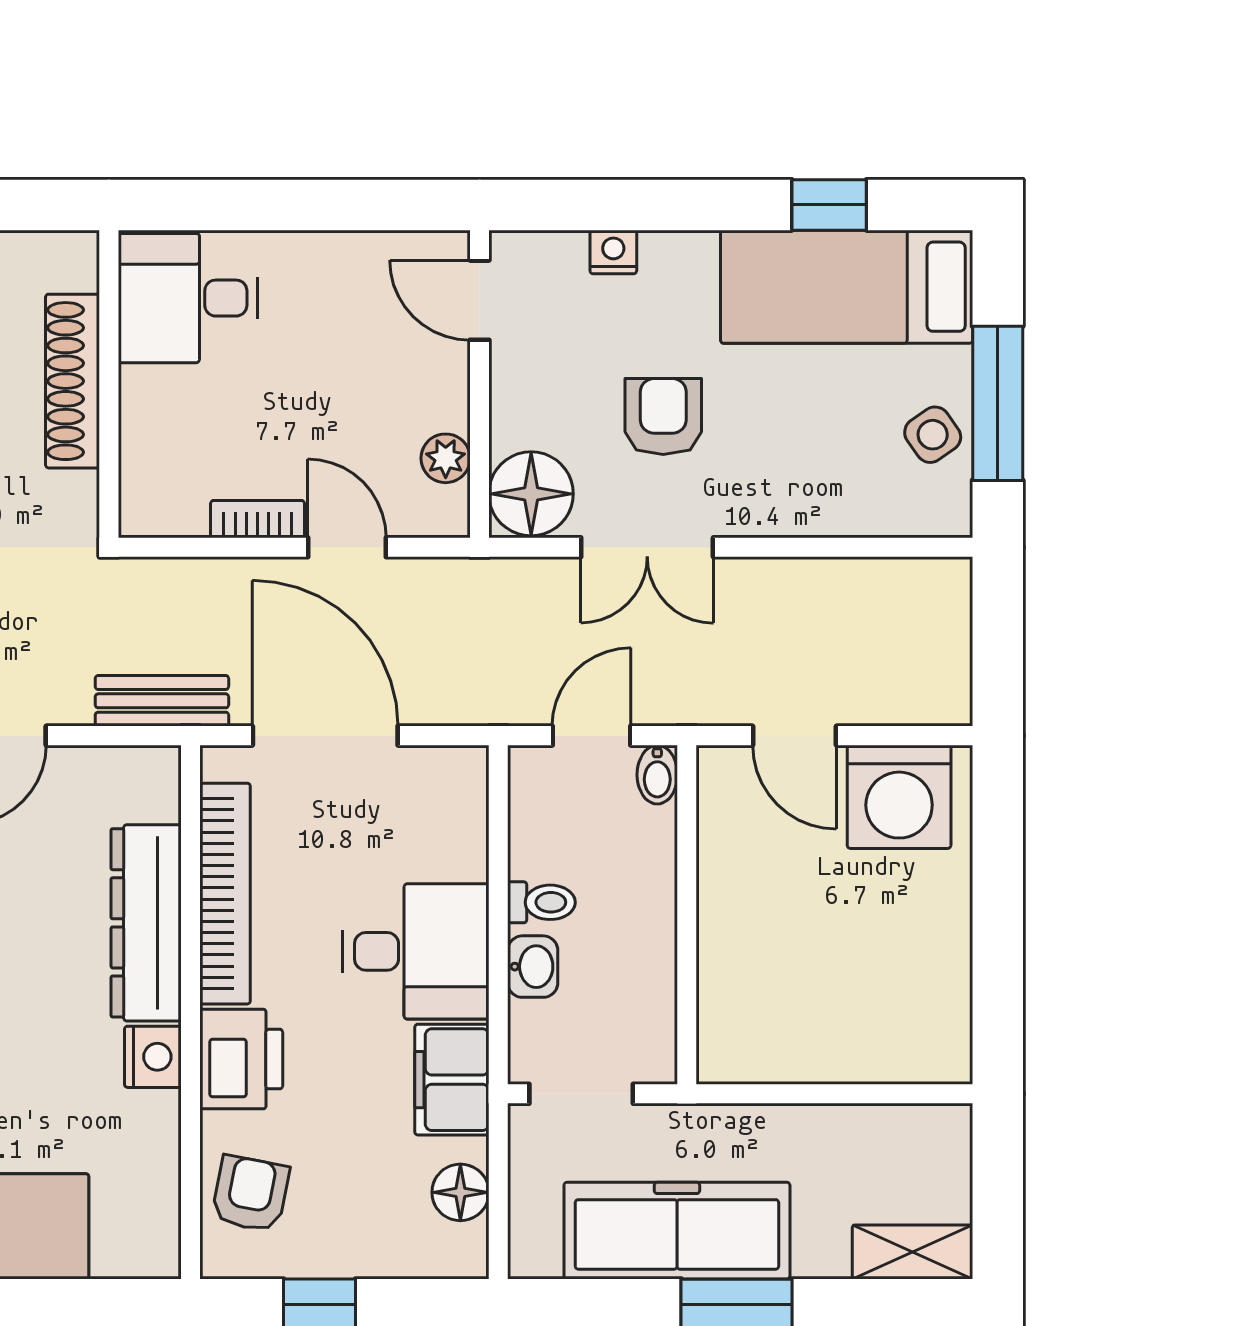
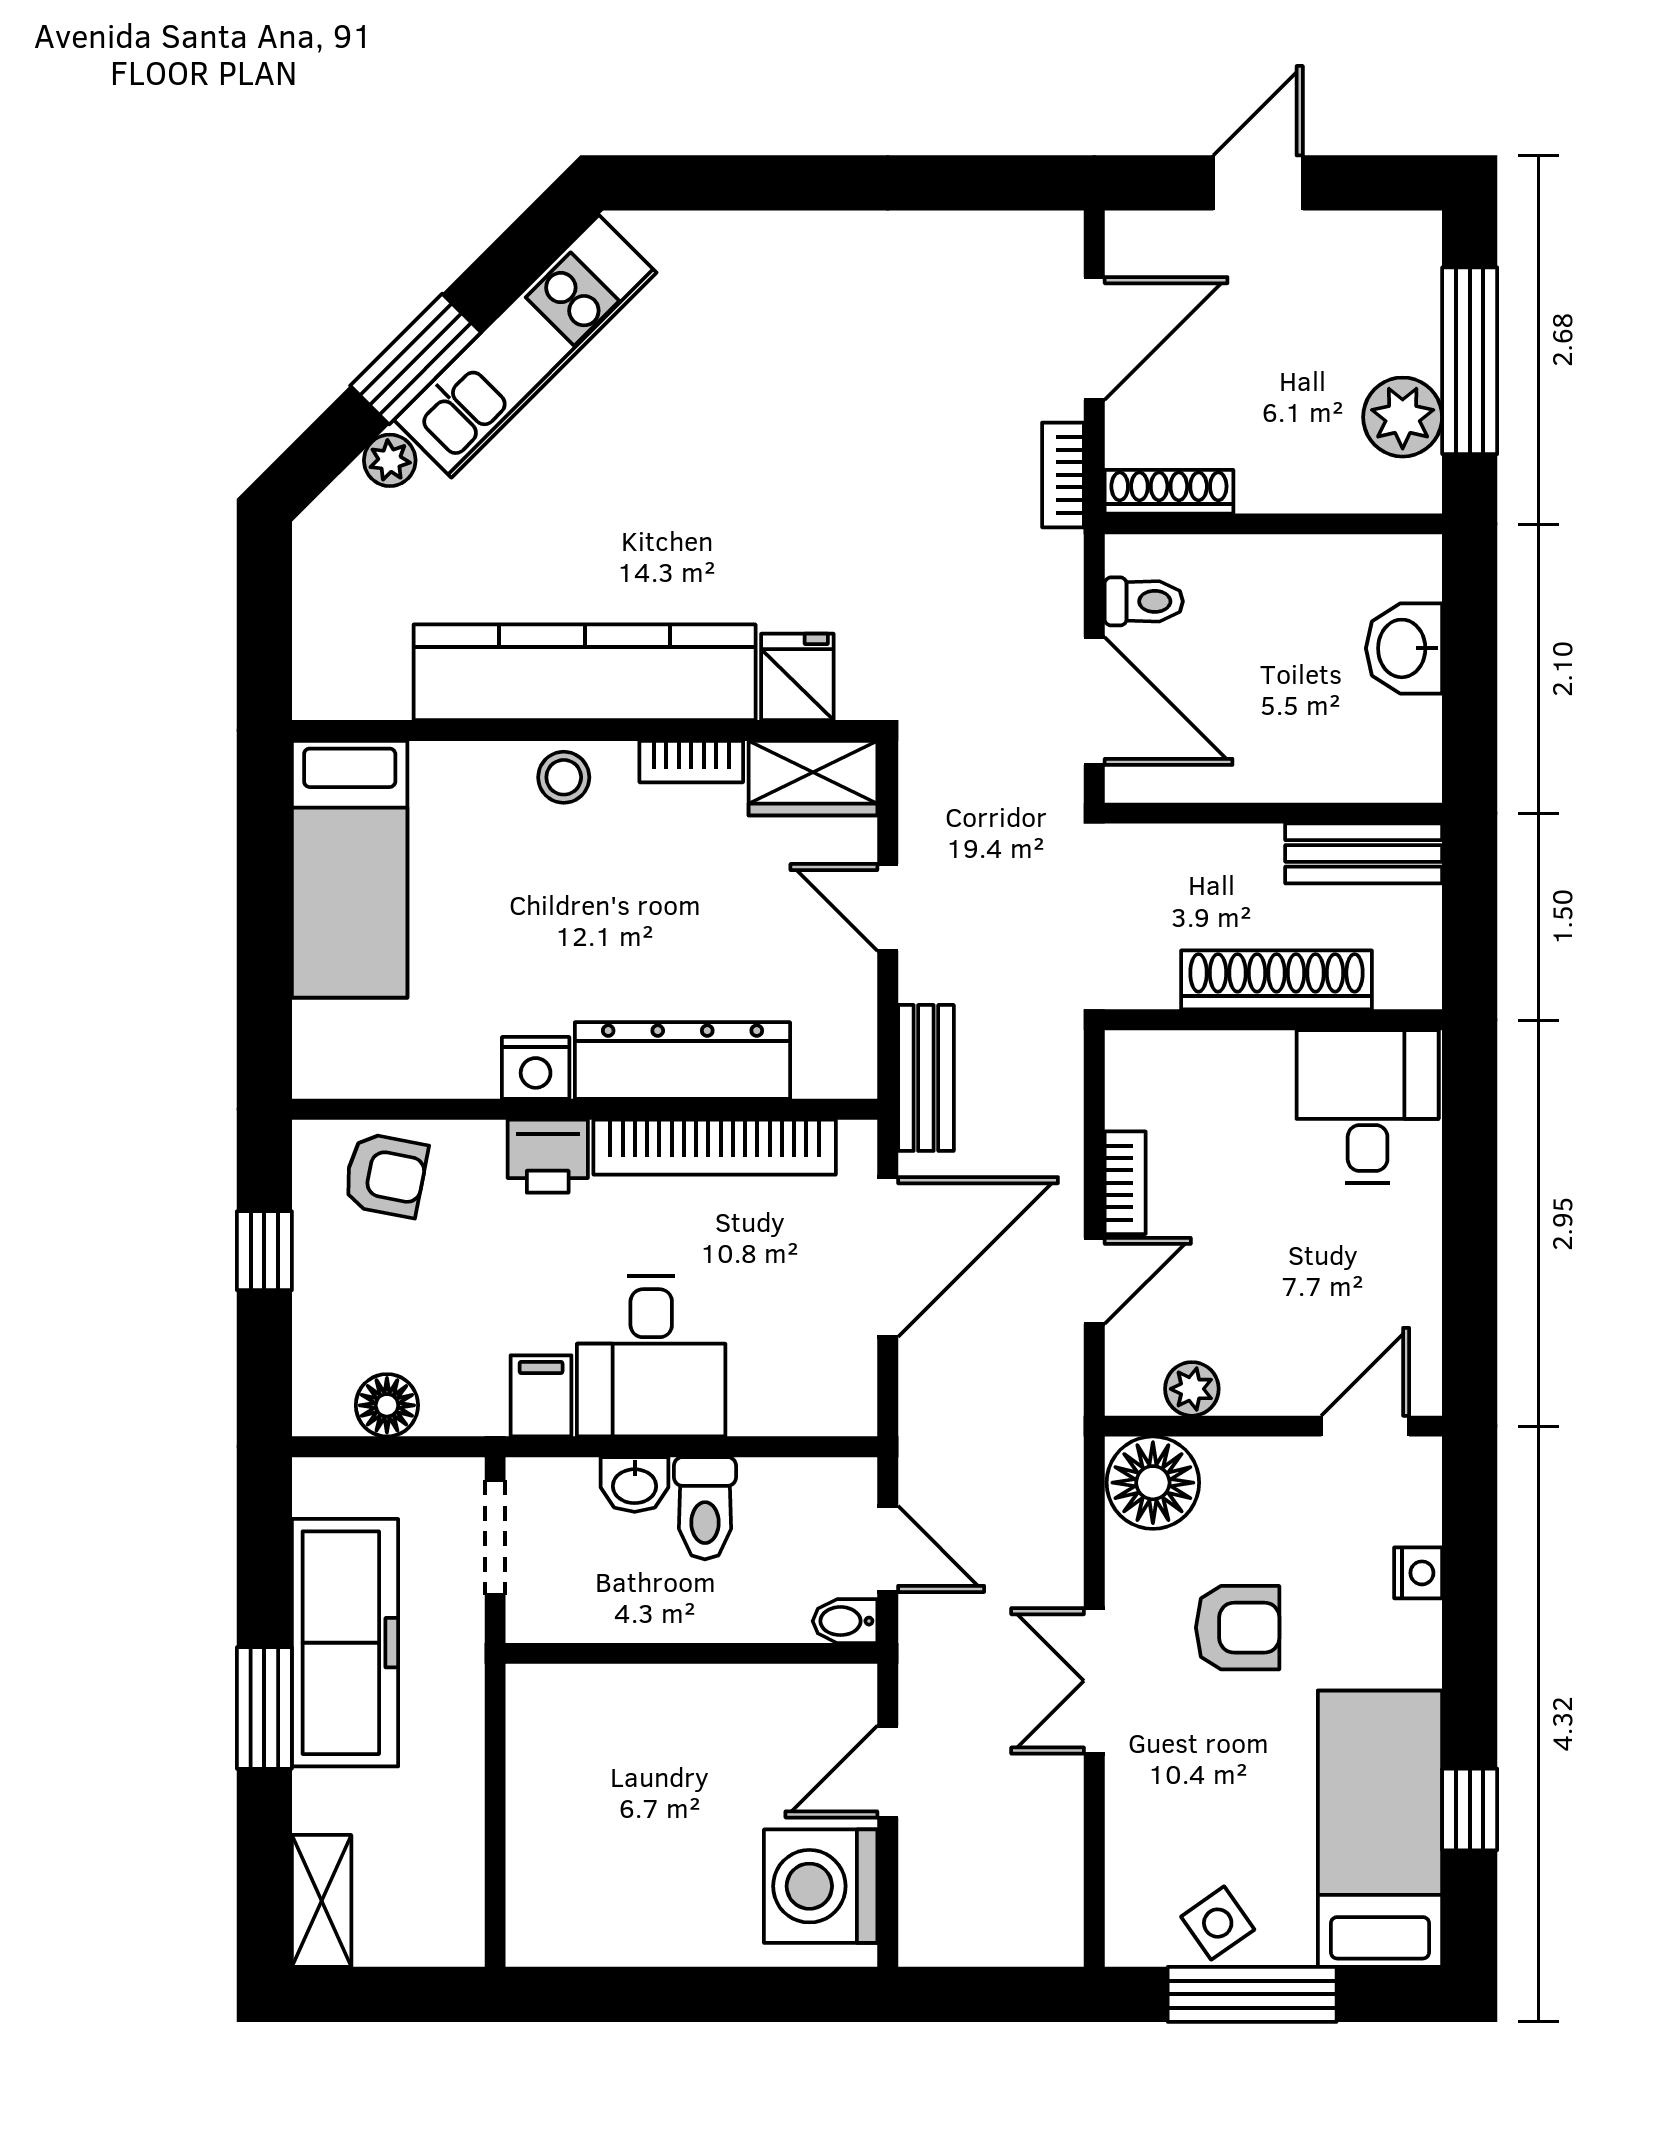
double door: (647, 547) -> (1094, 1681), moved
toilet: (541, 902) -> (705, 1508), width x1.37, depth x1.39
printer: (241, 1059) -> (548, 1156), width x0.73, depth x0.81
filing cabinet: (452, 1080) -> (541, 1396), width x0.50

